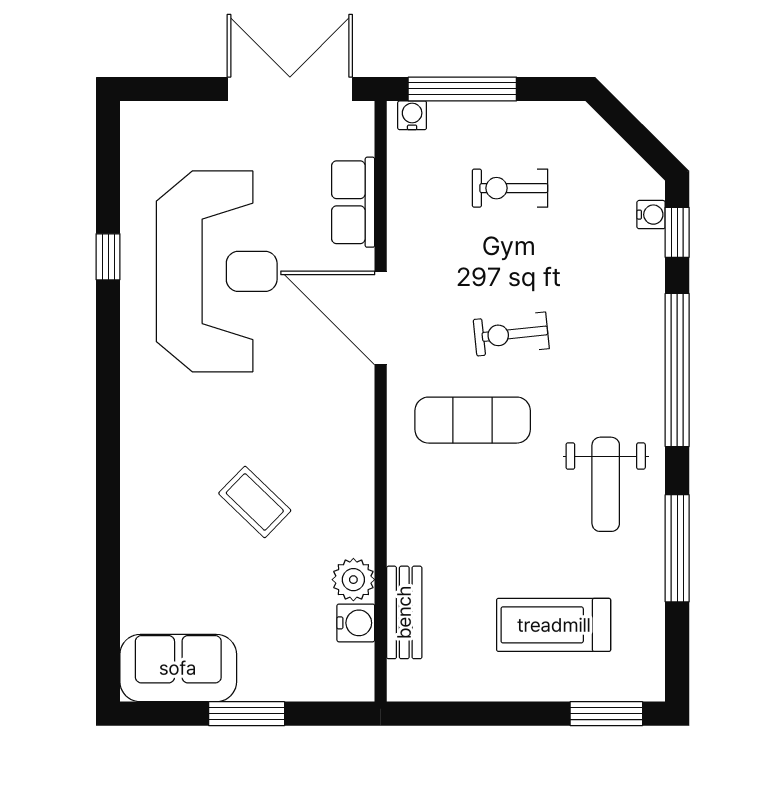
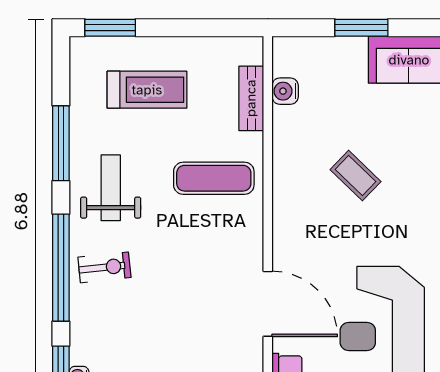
exercise bike: (511, 334) -> (104, 267), moved
exercise mat: (473, 420) -> (214, 178), moved
plant: (353, 580) -> (287, 121), removed

